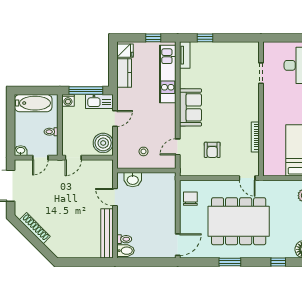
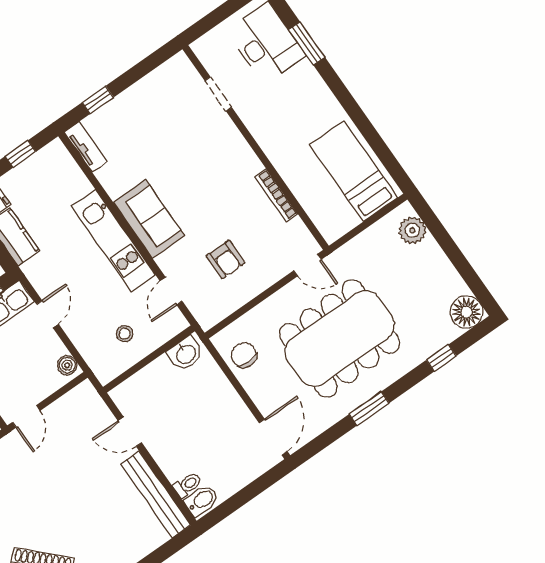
kitchen unit: (168, 74) -> (113, 241), moved
boiler: (103, 143) -> (67, 365), width x0.54, depth x0.54
washbasin: (133, 180) -> (186, 354), moved

